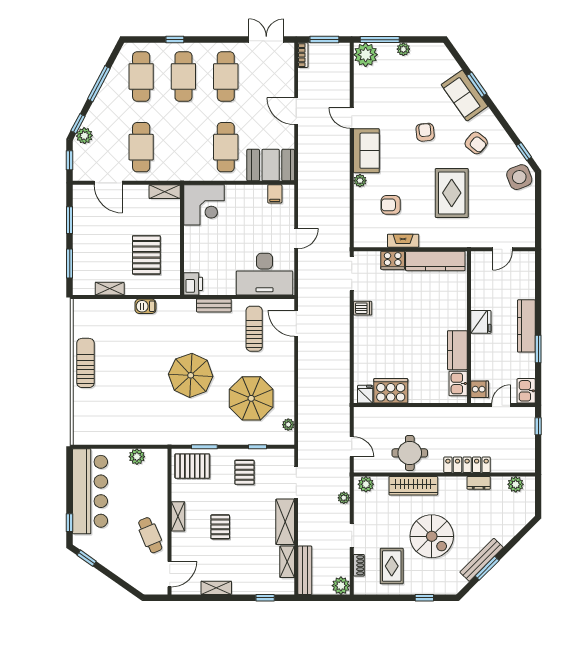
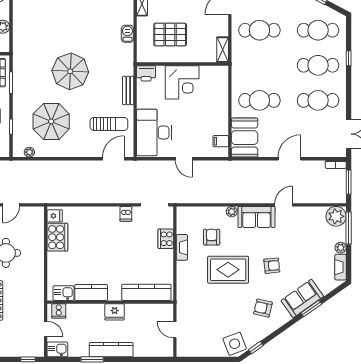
fireplace: (427, 49) -> (341, 267), added
armchair: (476, 143) -> (263, 308), turned 64
rug: (452, 193) -> (228, 270), moved
corner desk: (204, 205) -> (182, 82), moved, turned -90
kitchen counter: (435, 261) -> (146, 292), moved, turned 90

